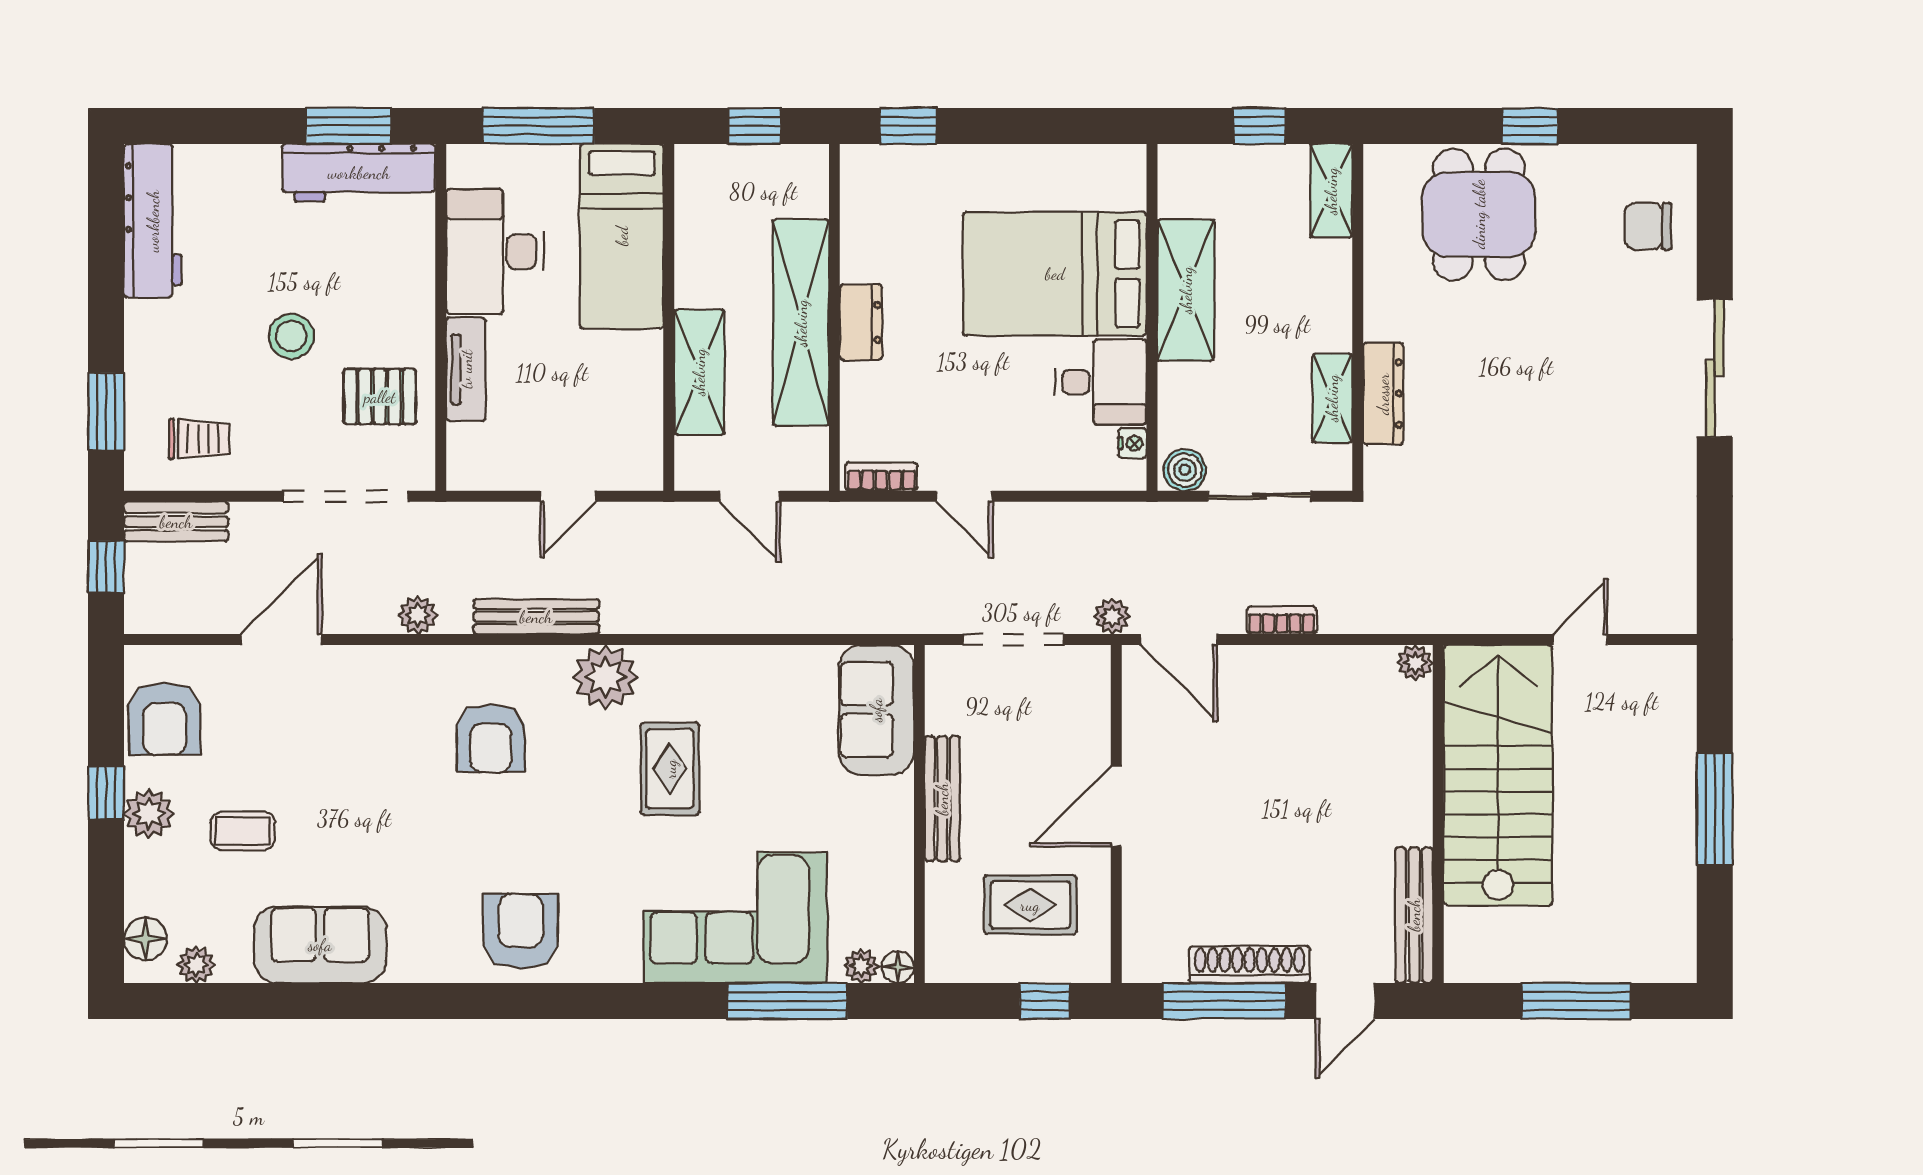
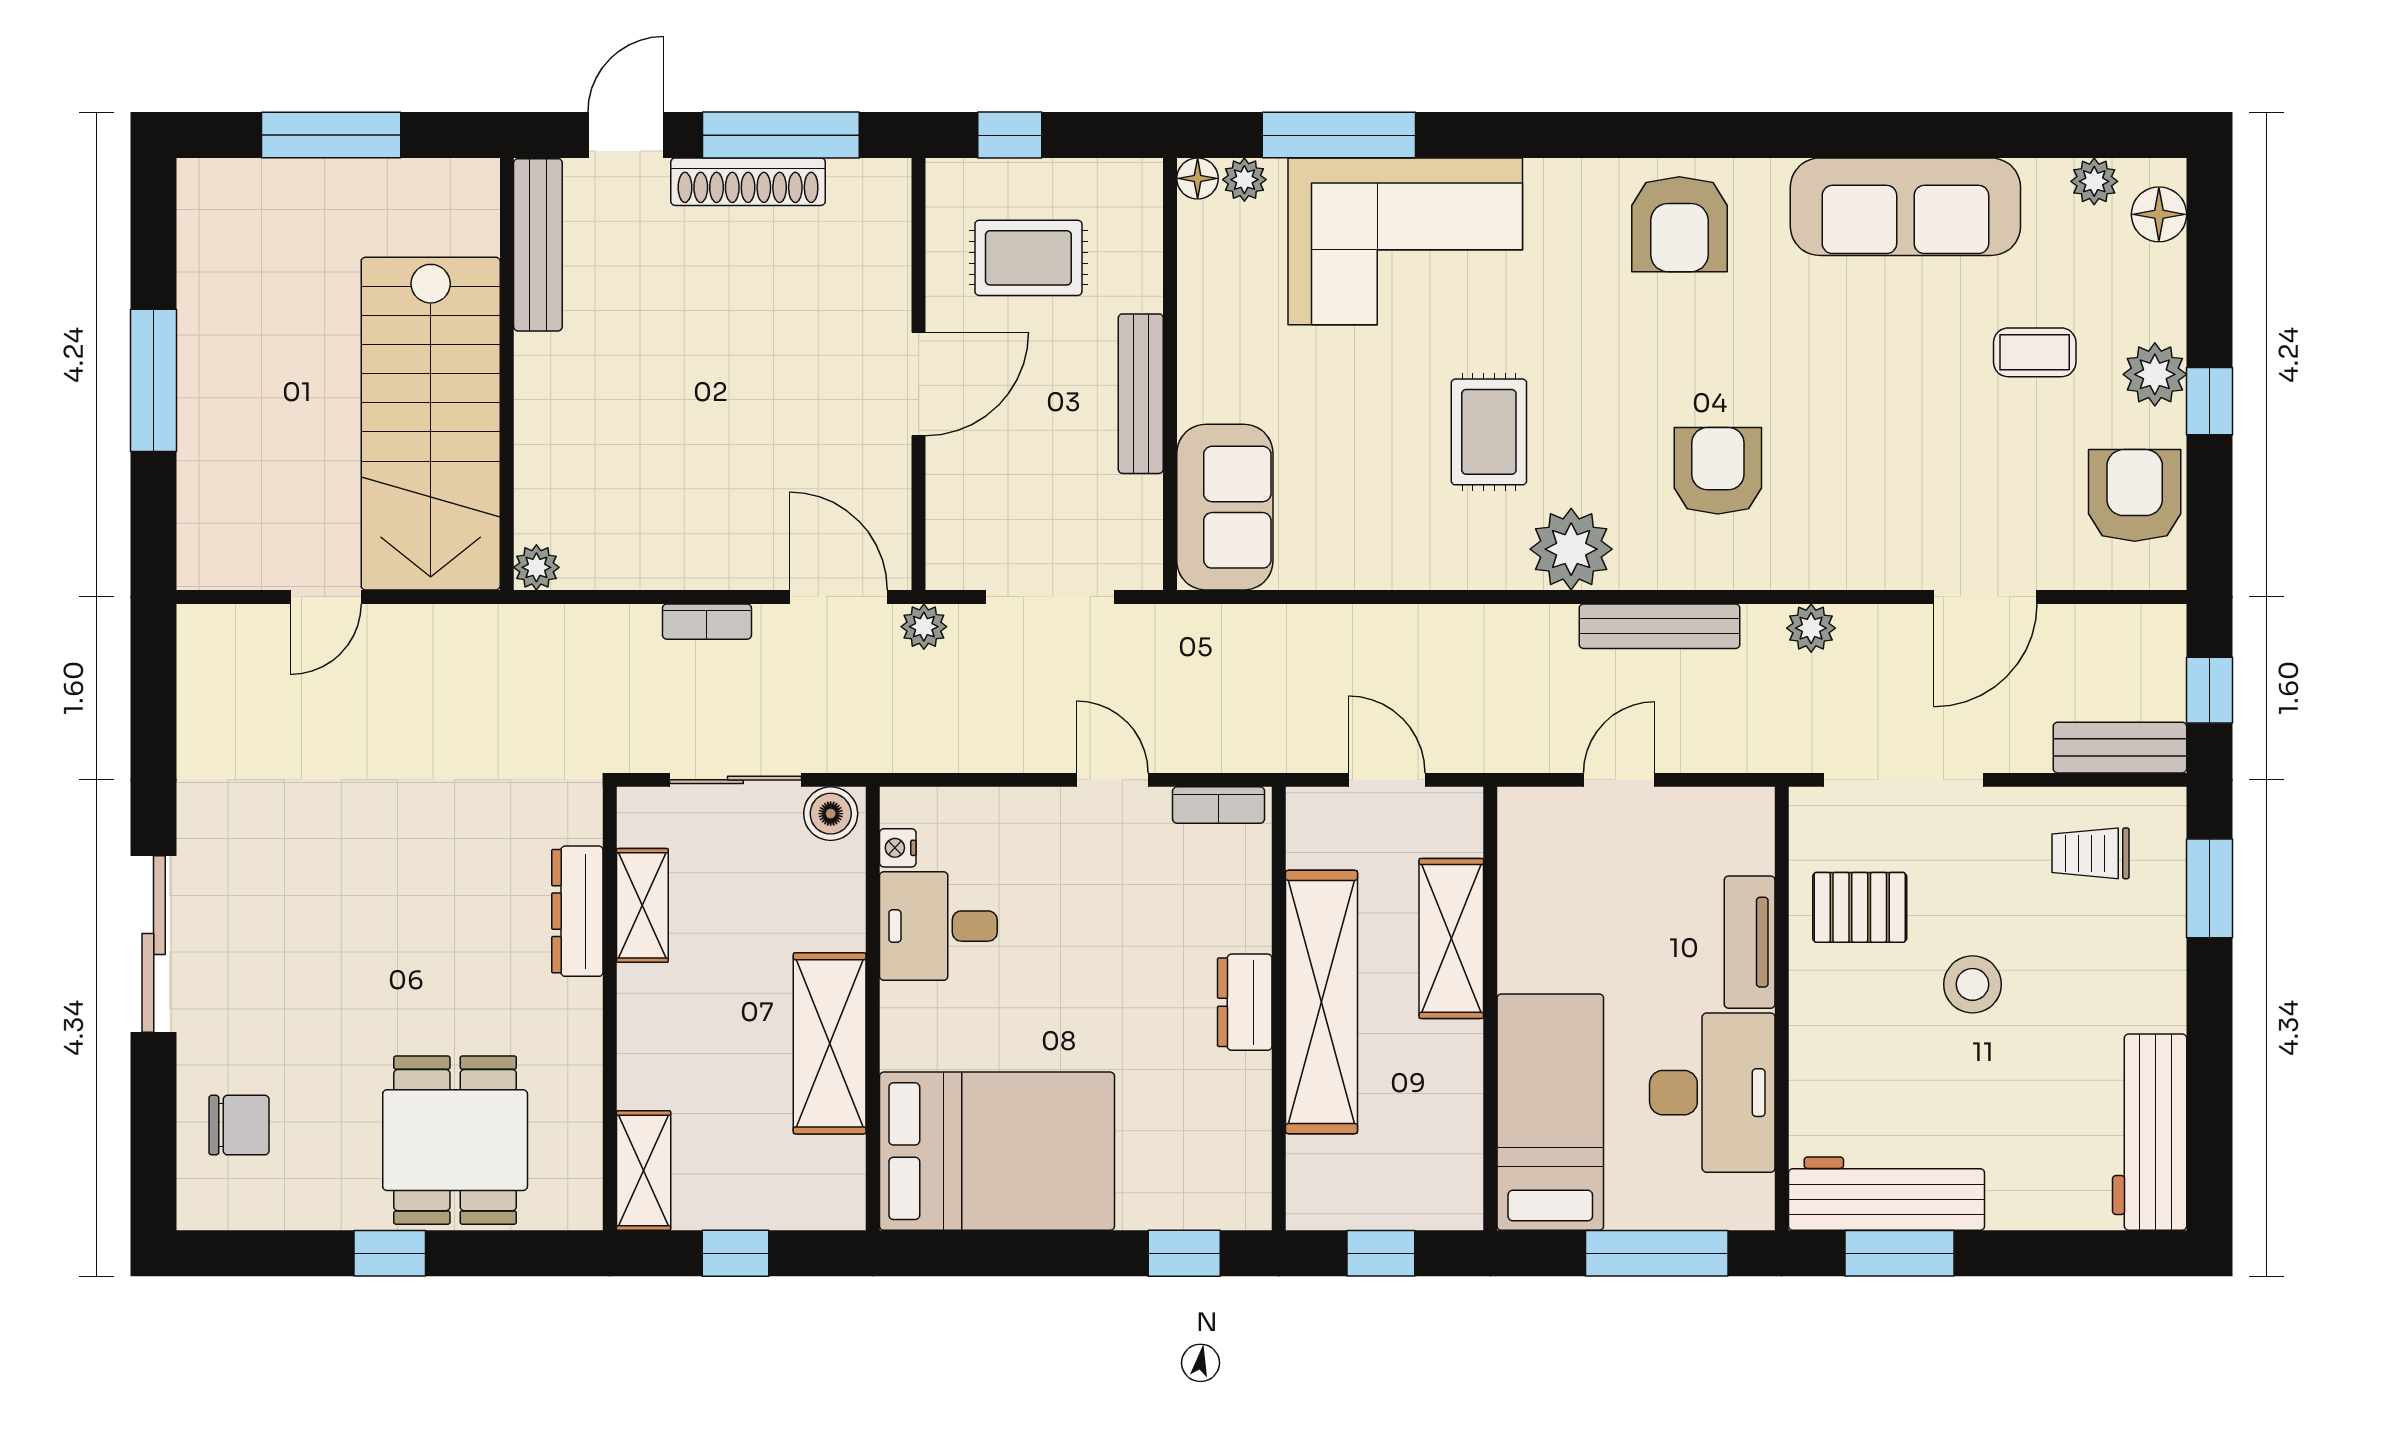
bed: (1055, 274) -> (997, 1151), moved
sofa: (320, 945) -> (1905, 207), width x1.36

